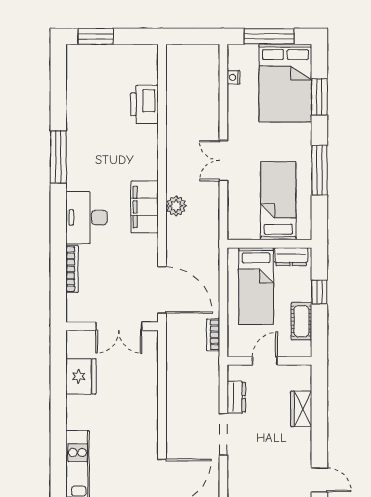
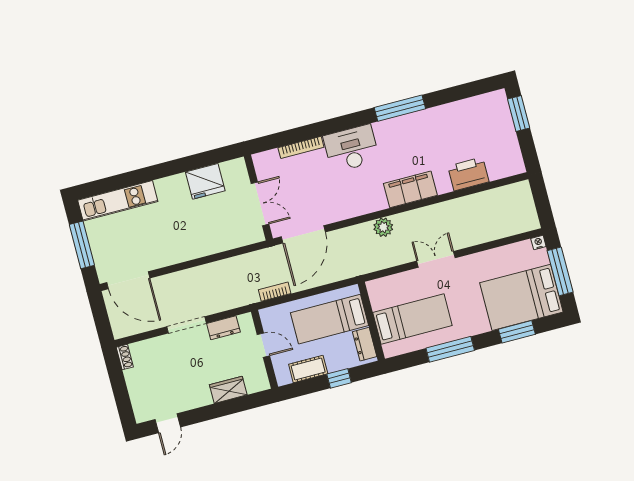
nightstand: (234, 77) -> (538, 242), moved
filing cabinet: (145, 207) -> (410, 189), moved
double door: (119, 326) -> (260, 204), swing flipped

